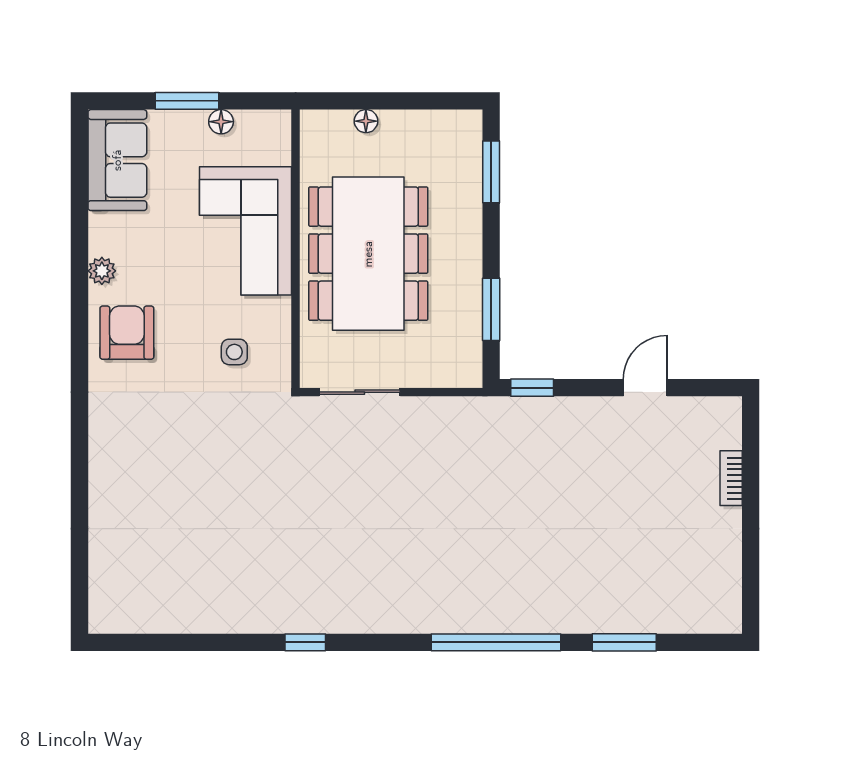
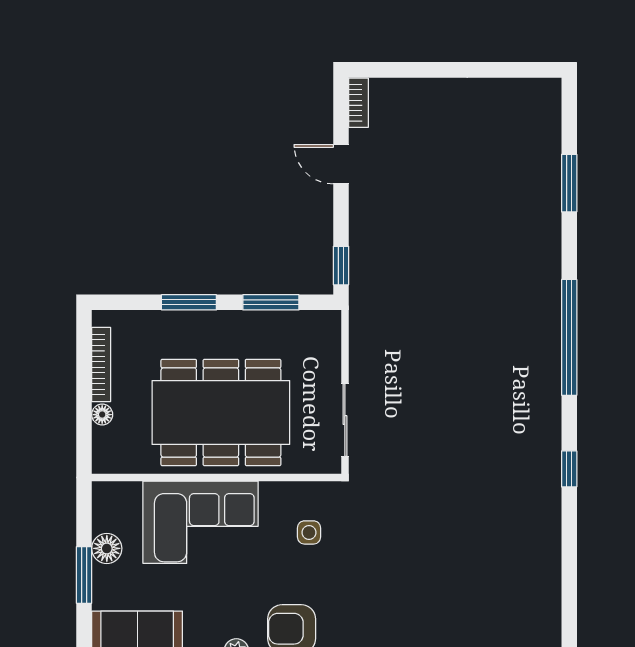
bookcase: (422, 120) -> (101, 365), added
floor lamp: (221, 122) -> (107, 548), width x1.37, depth x1.37
window: (491, 172) -> (189, 302), moved
bookcase: (731, 478) -> (358, 103), moved, turned -90
window: (496, 642) -> (569, 337), moved

